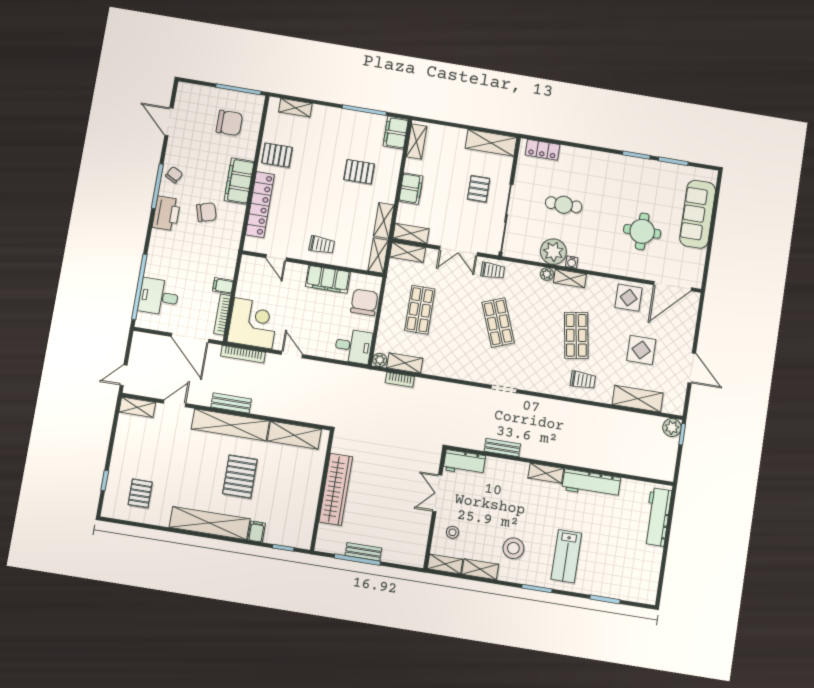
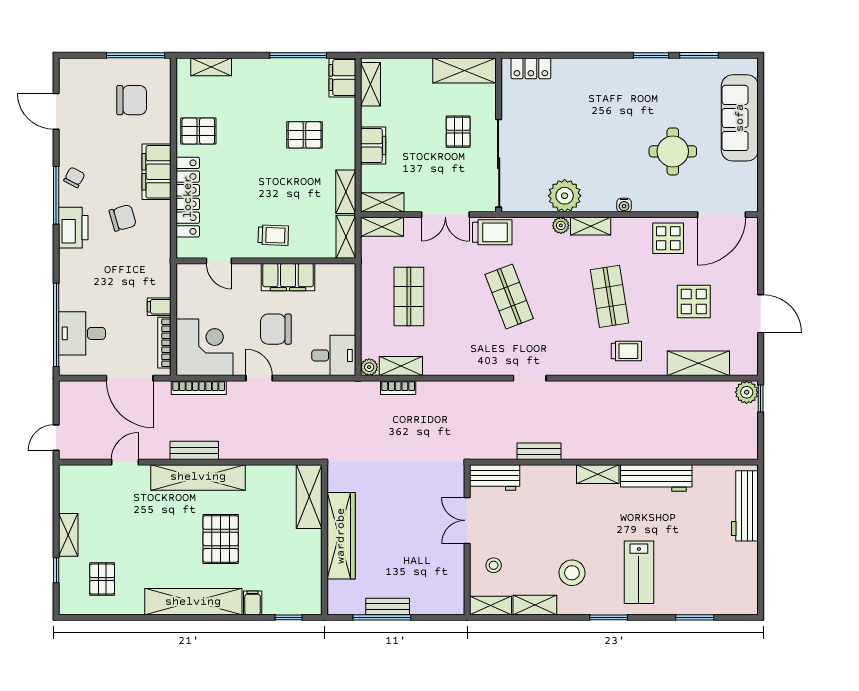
cafe table: (564, 205) -> (569, 134), removed
water cooler: (572, 262) -> (624, 205), moved
trolley: (493, 271) -> (492, 232), width x1.36, depth x1.39
chair: (364, 302) -> (276, 329), moved, turned -90
shelving: (137, 407) -> (68, 535), moved, turned 90
shelving: (294, 435) -> (309, 497), moved, turned 90

